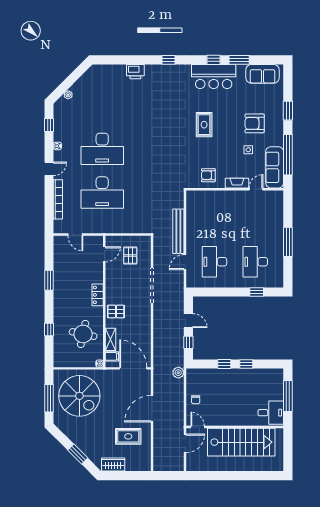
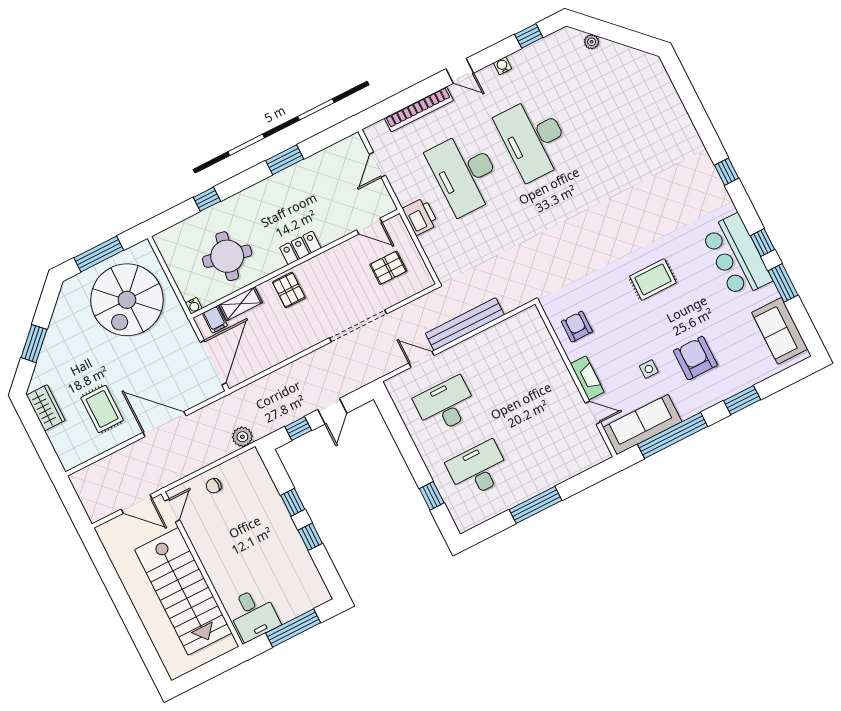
printer: (135, 72) -> (420, 216), moved, turned 180

